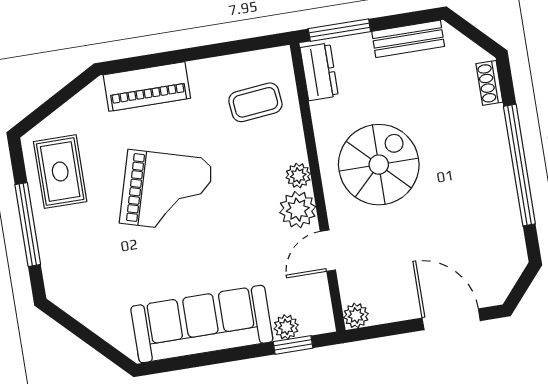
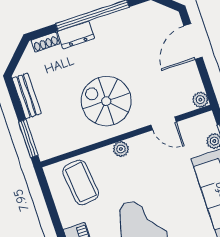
dresser: (319, 72) -> (76, 35), moved, turned 180
coffee table: (255, 102) -> (81, 182), width x1.36, depth x1.30
plant: (298, 210) -> (142, 146), removed

